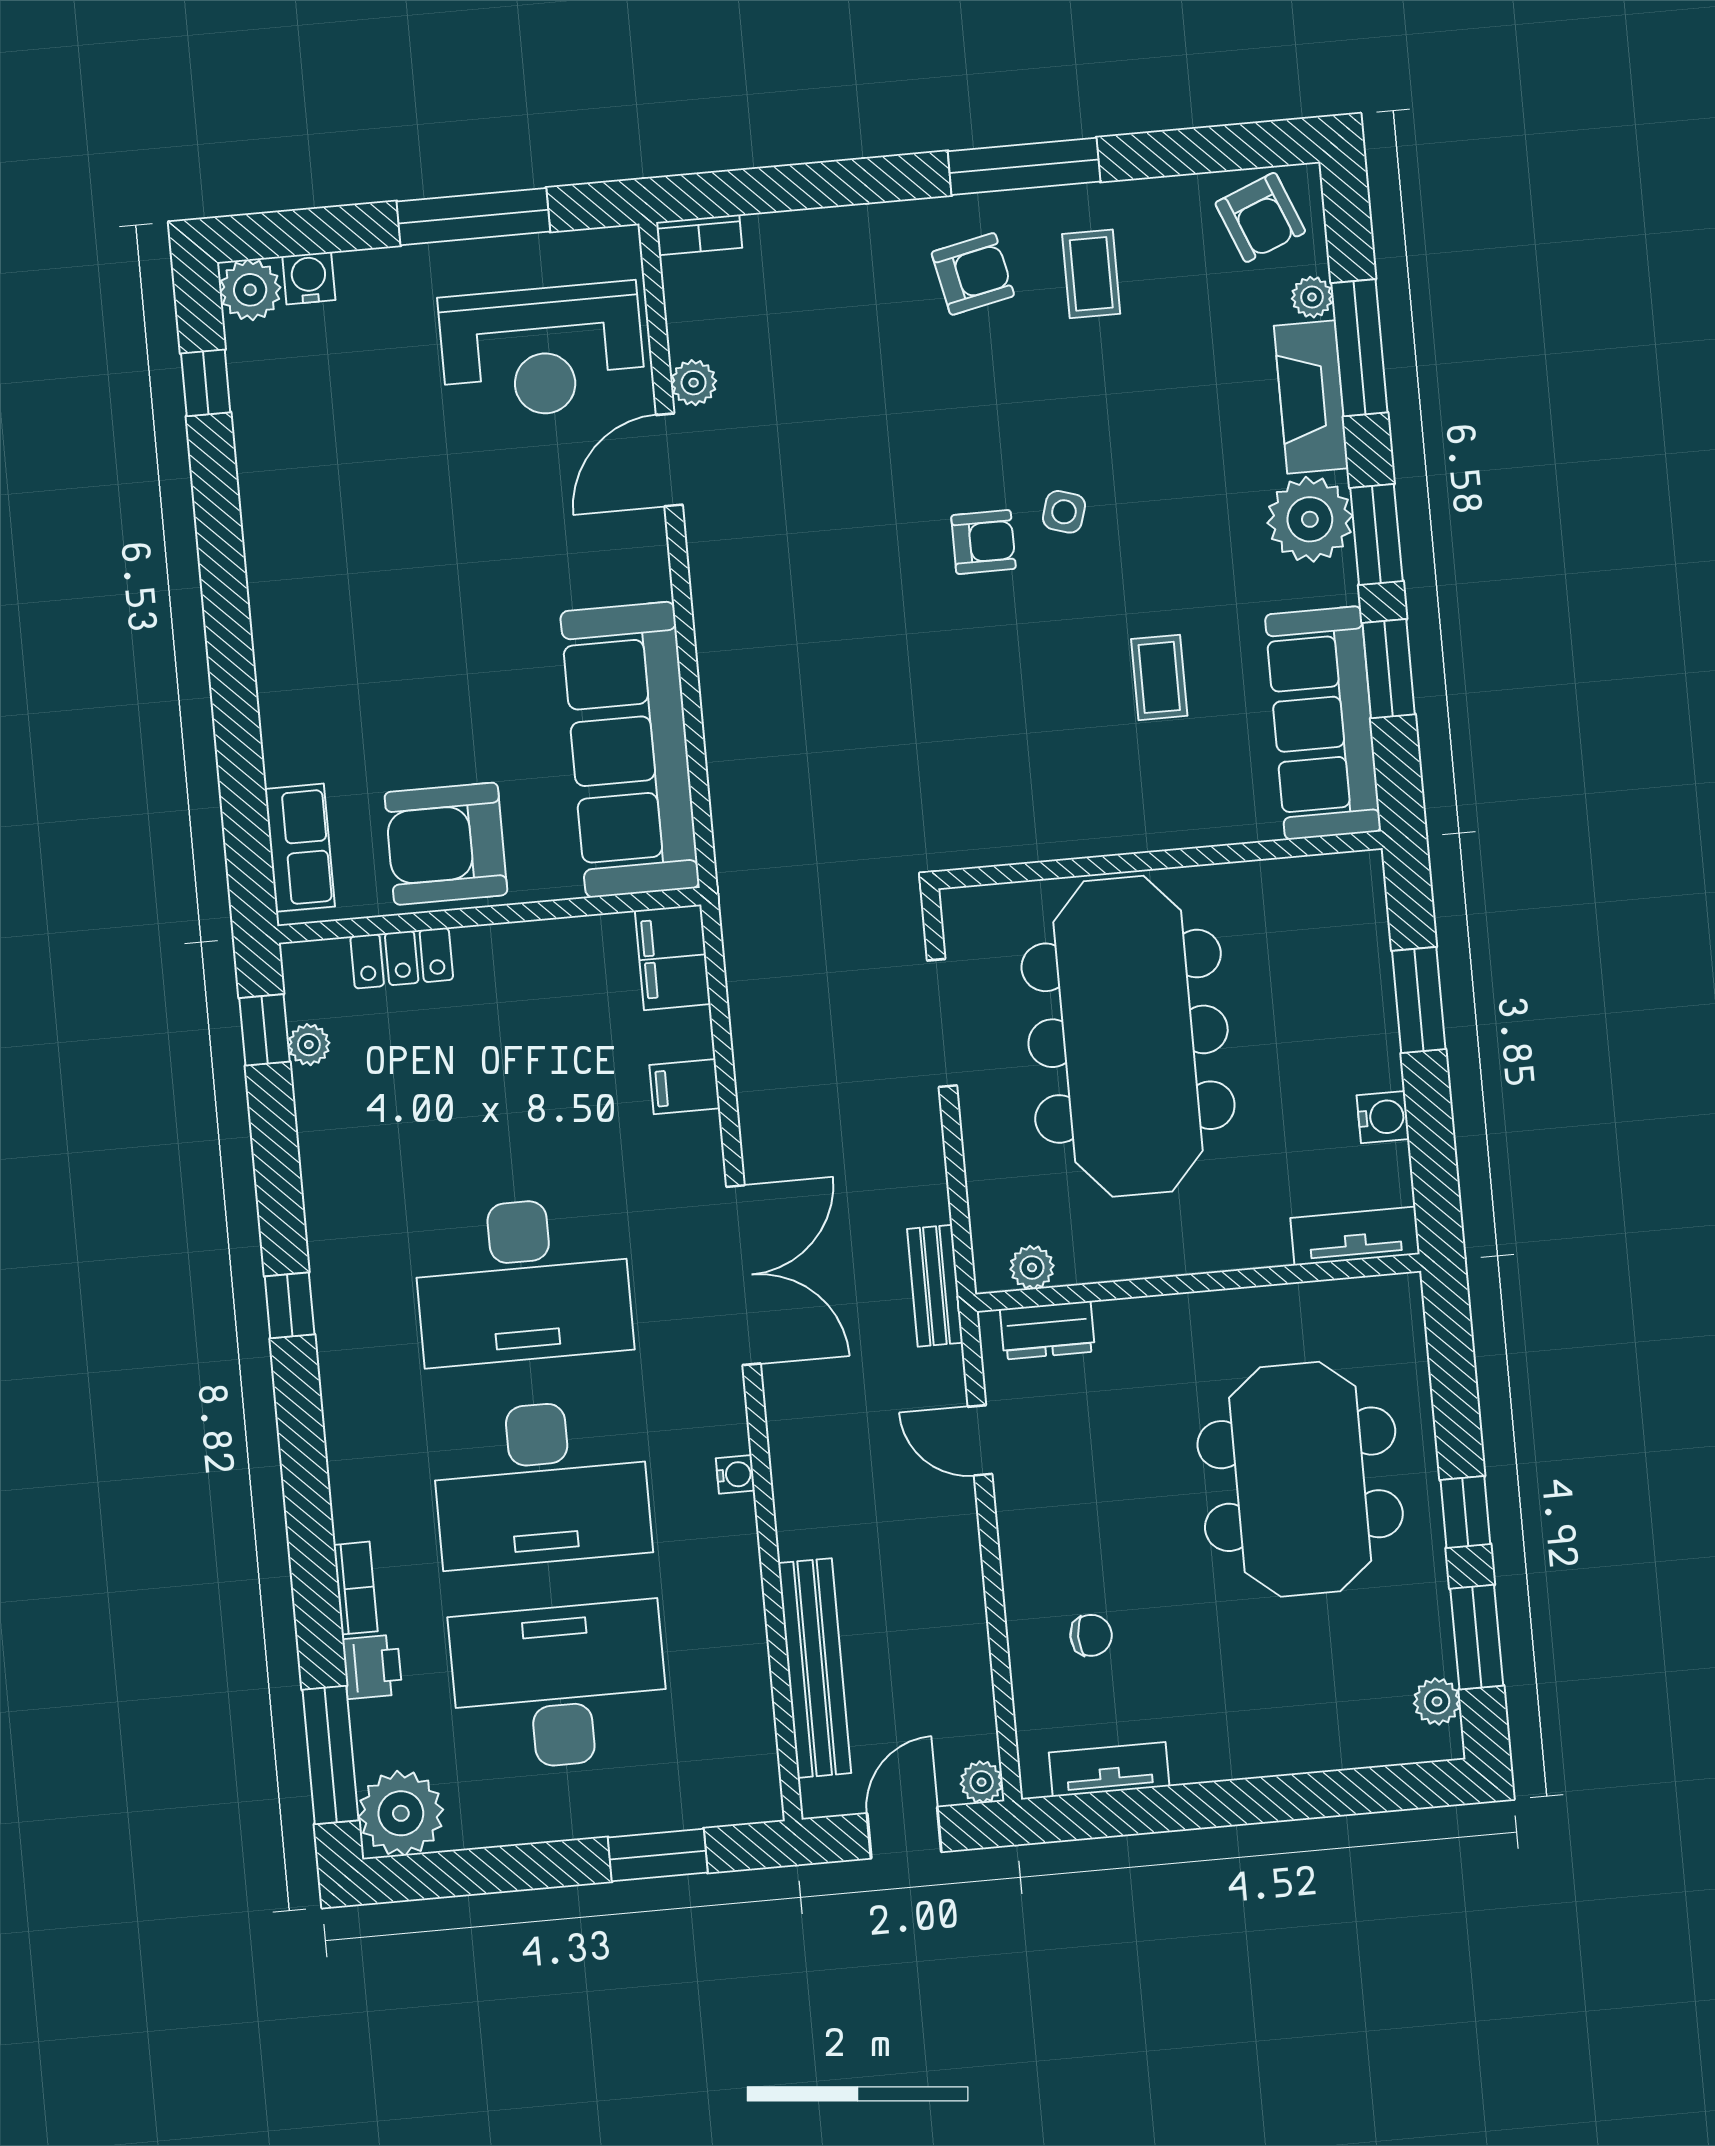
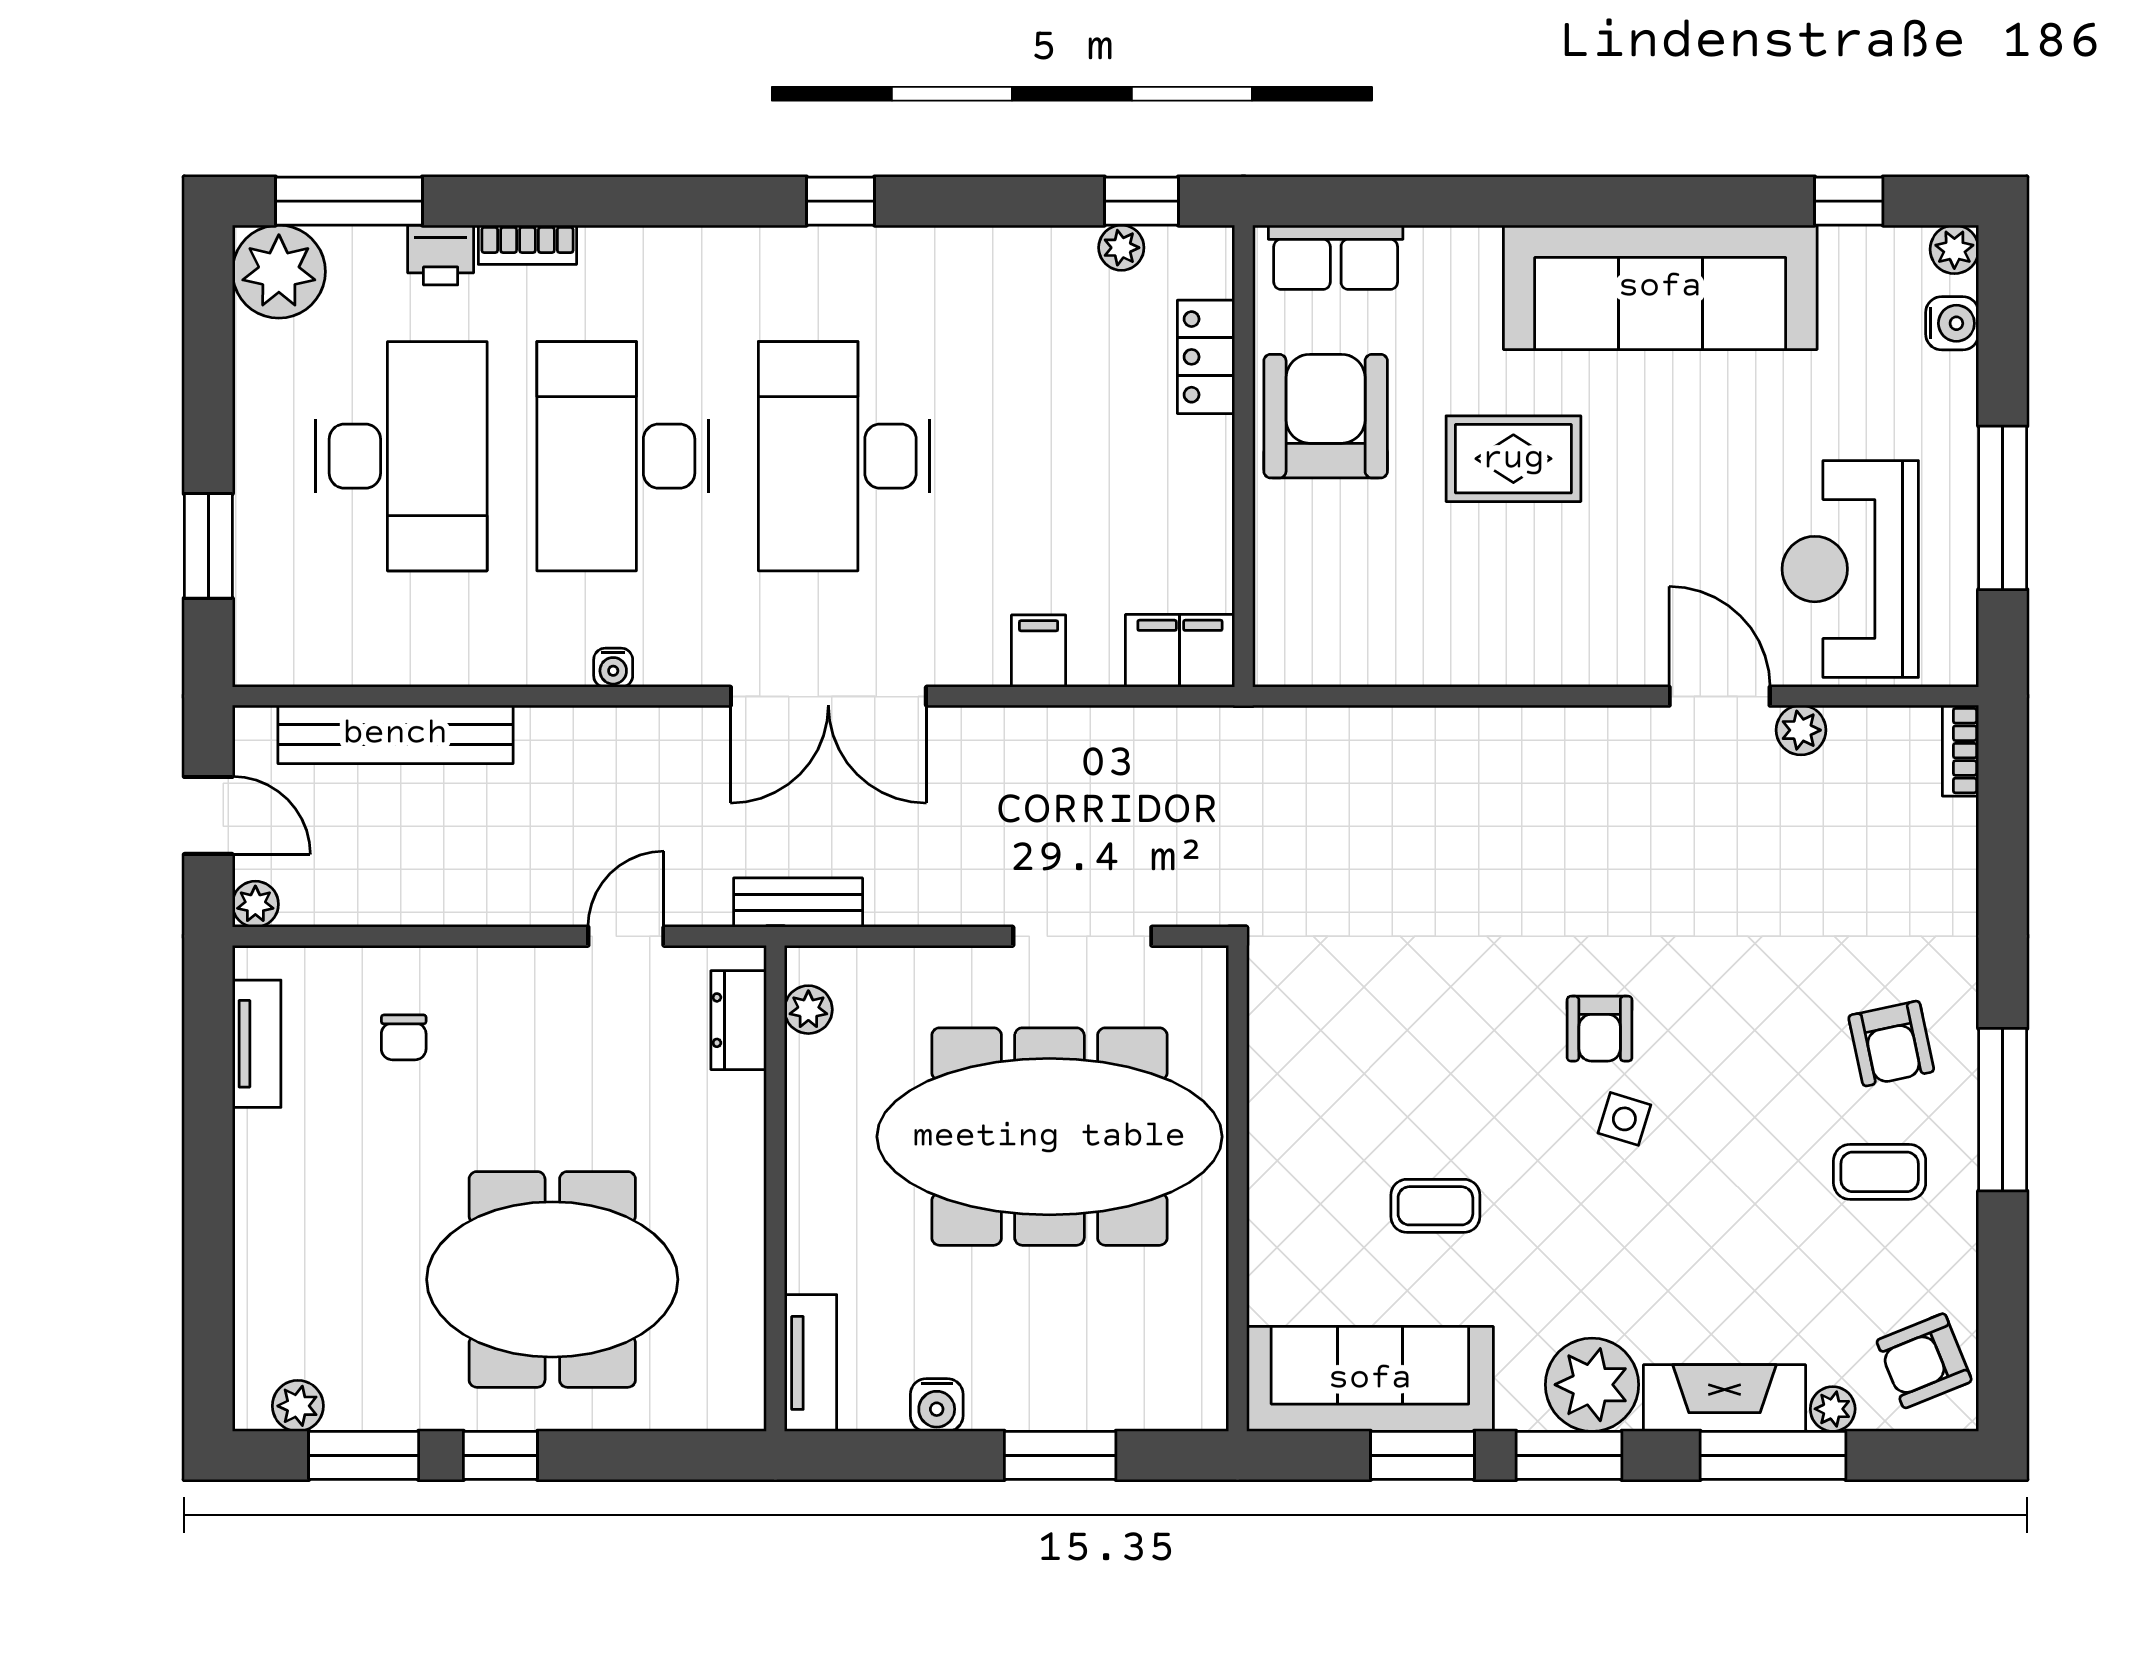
plant: (250, 290) -> (1954, 249), width x0.73, depth x0.73
rug: (469, 668) -> (1513, 459), added
sofa: (630, 750) -> (1660, 287), moved, turned 180

